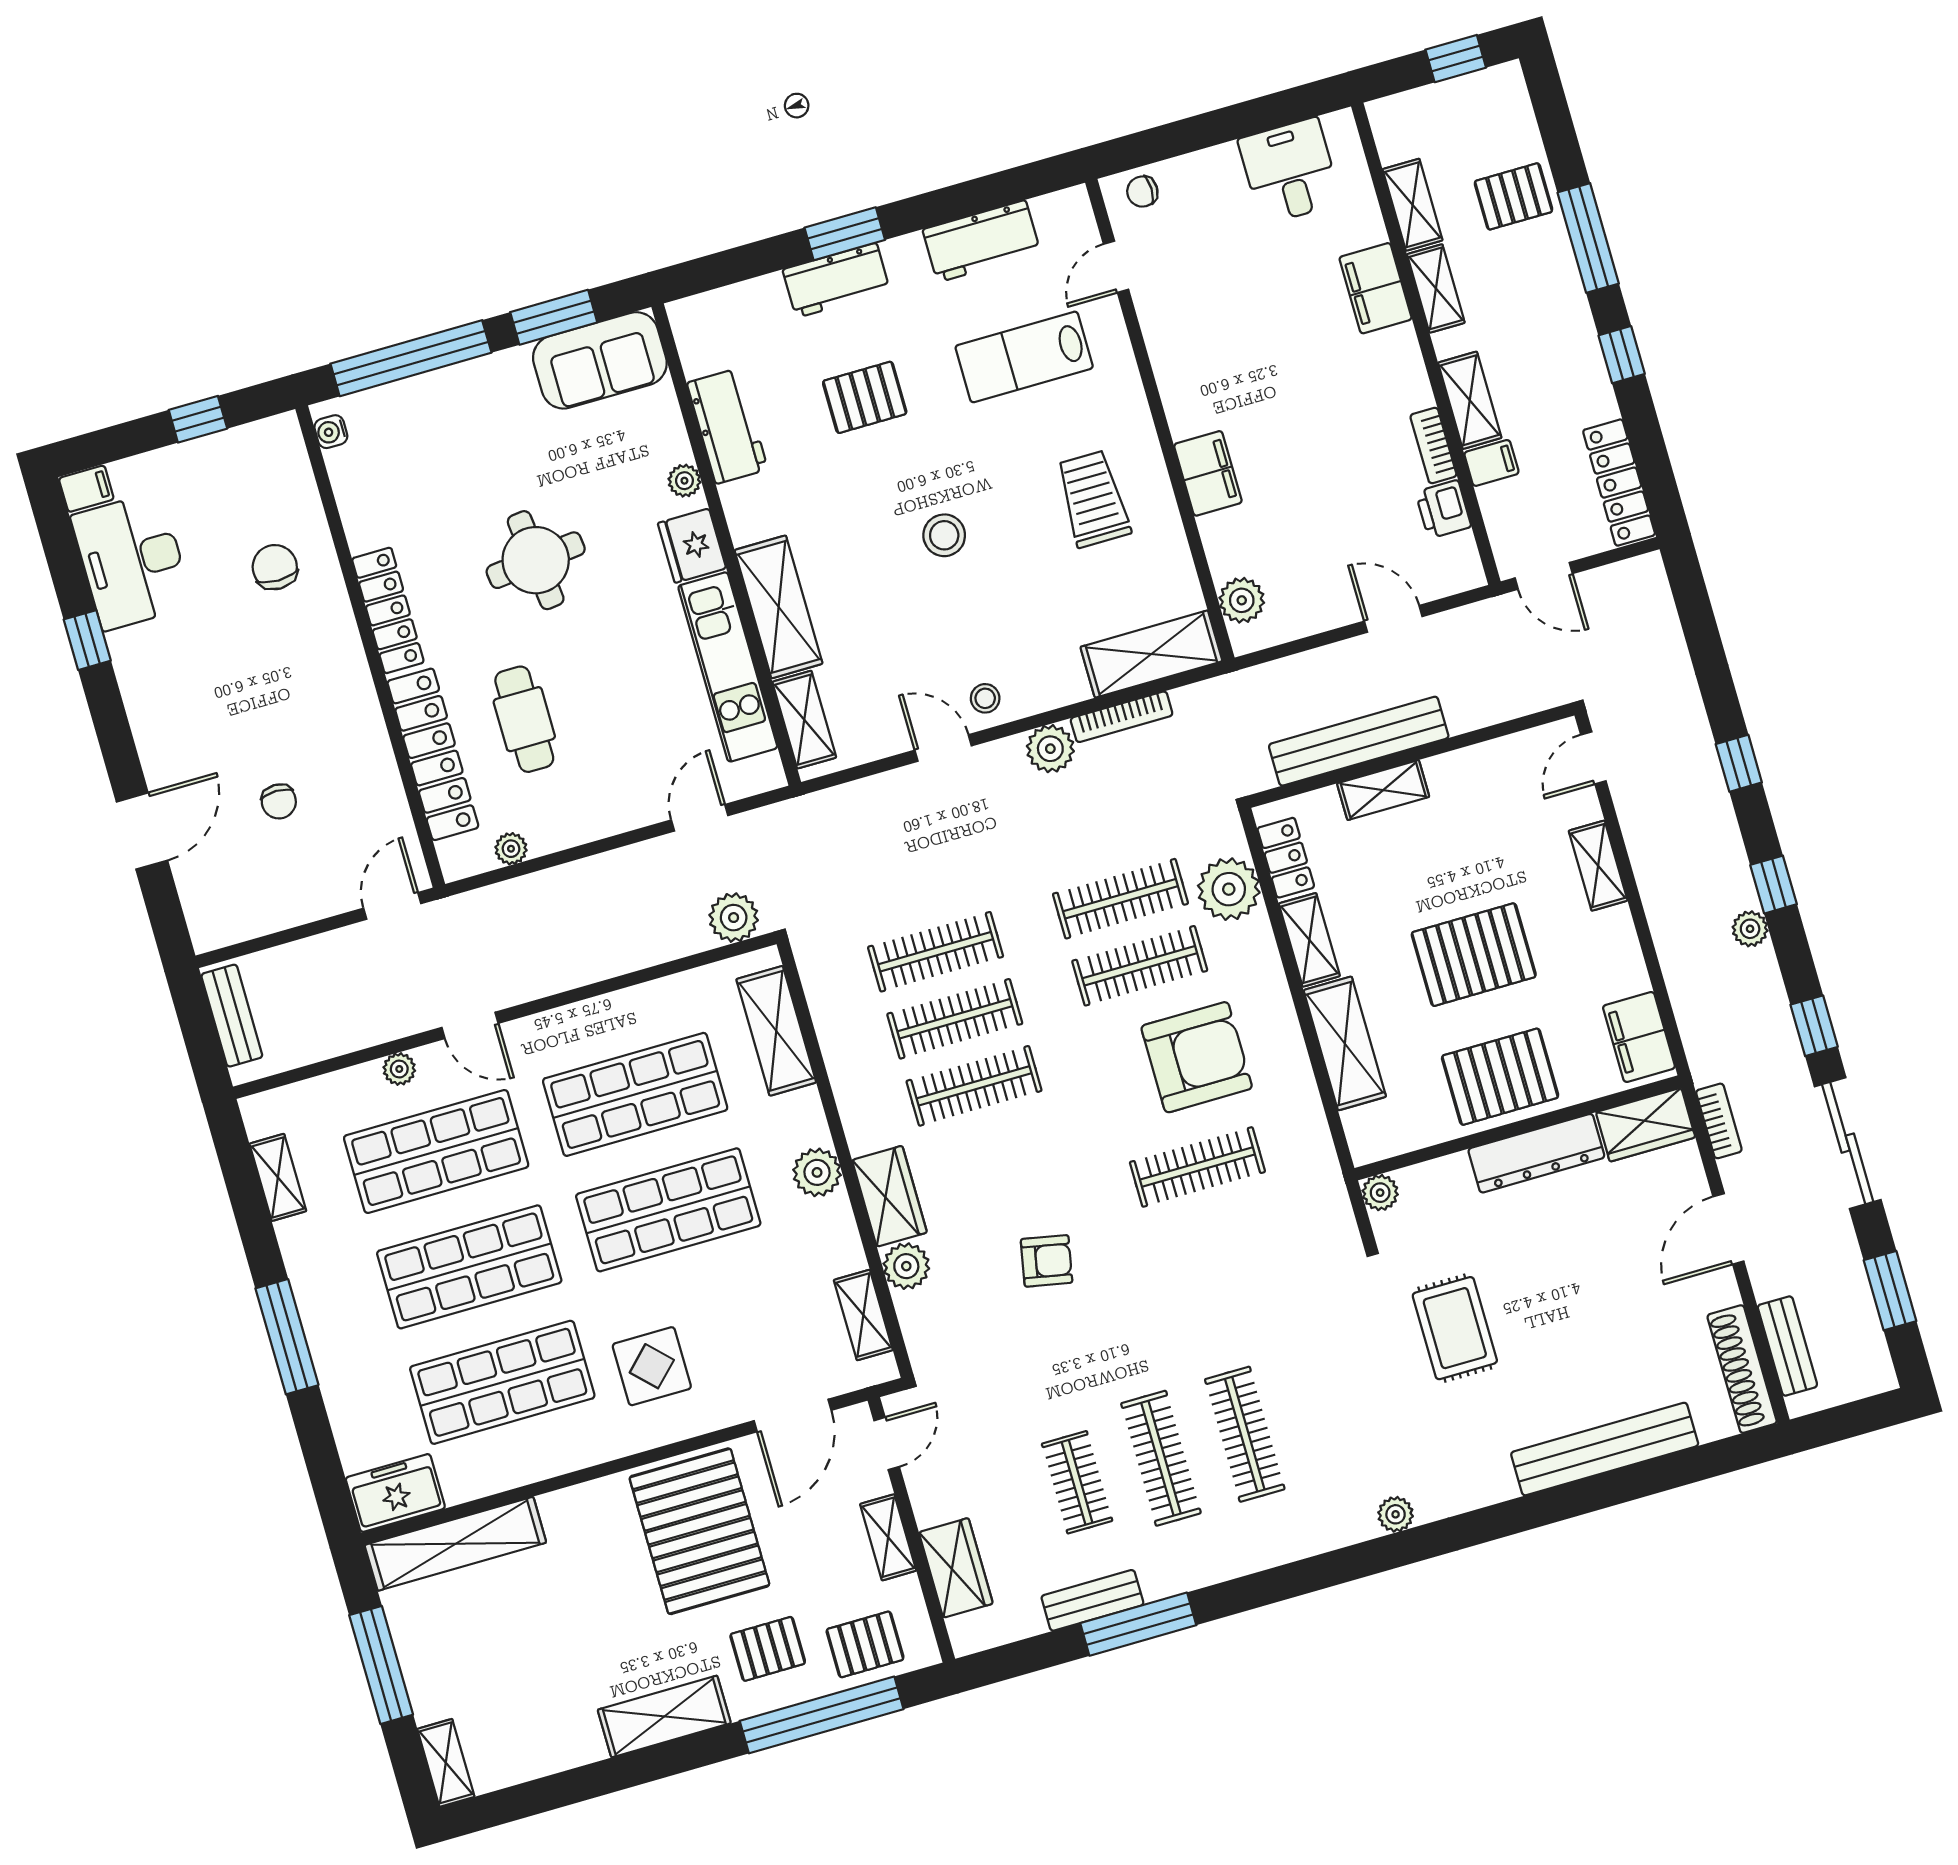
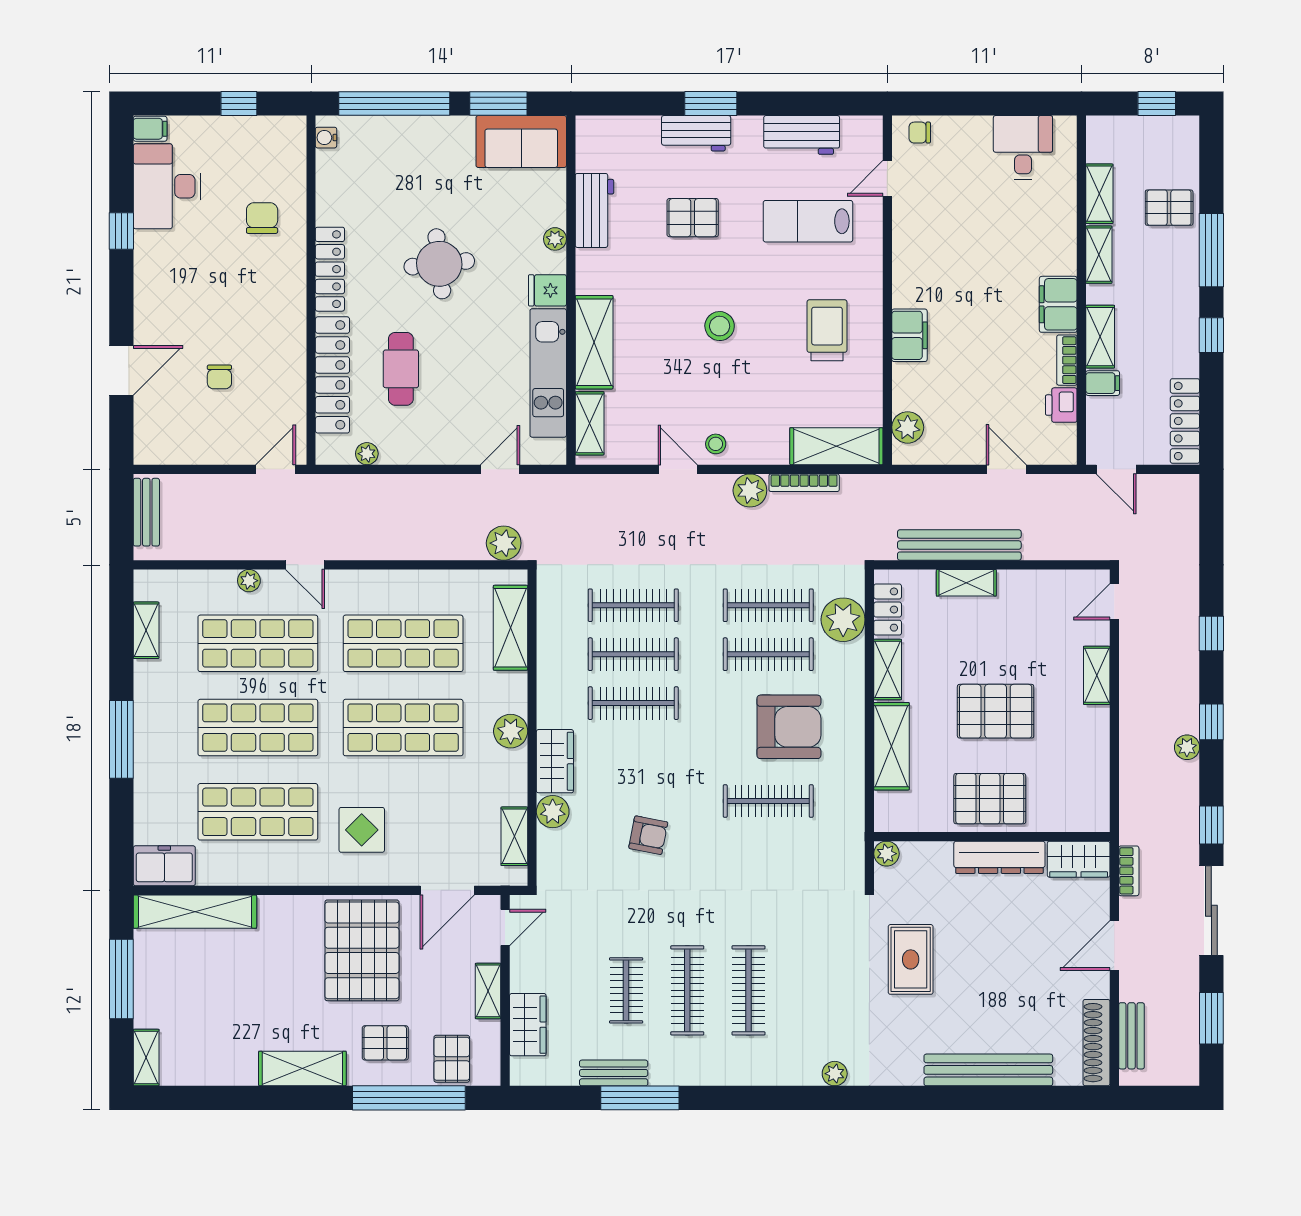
filing cabinet: (1376, 288) -> (1058, 304), moved
fridge: (692, 546) -> (547, 290), width x0.72
filing cabinet: (1639, 1037) -> (1091, 799), removed
pallet: (865, 1644) -> (452, 1059), turned 90

